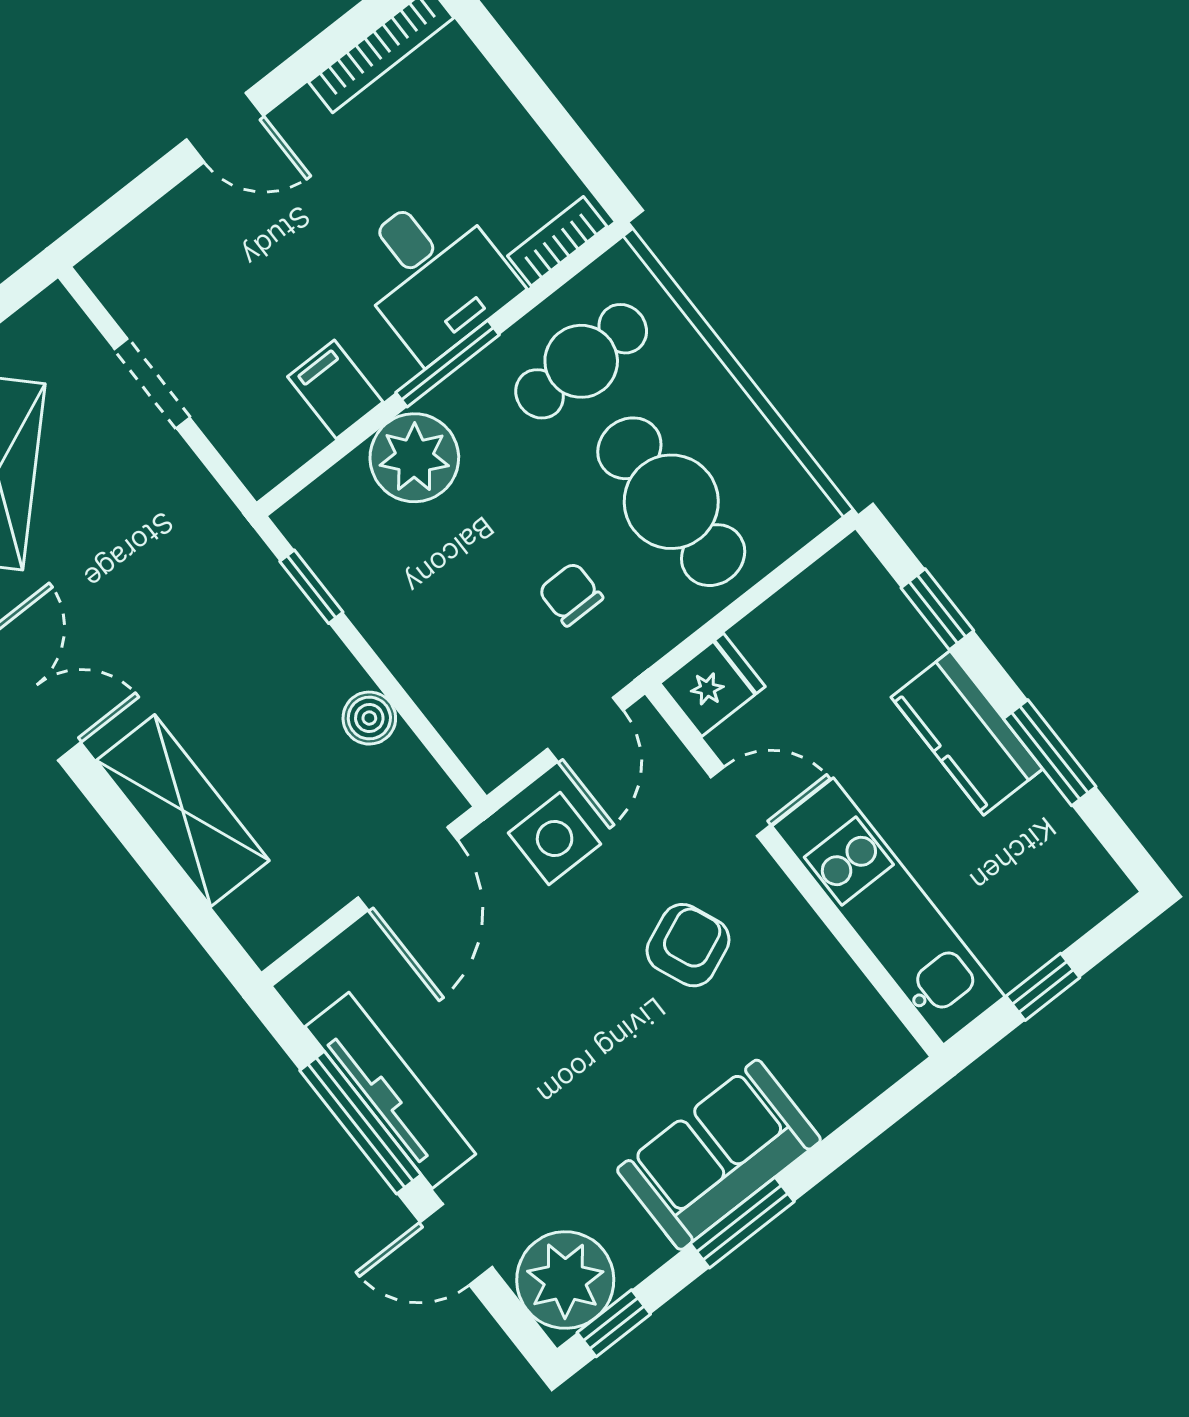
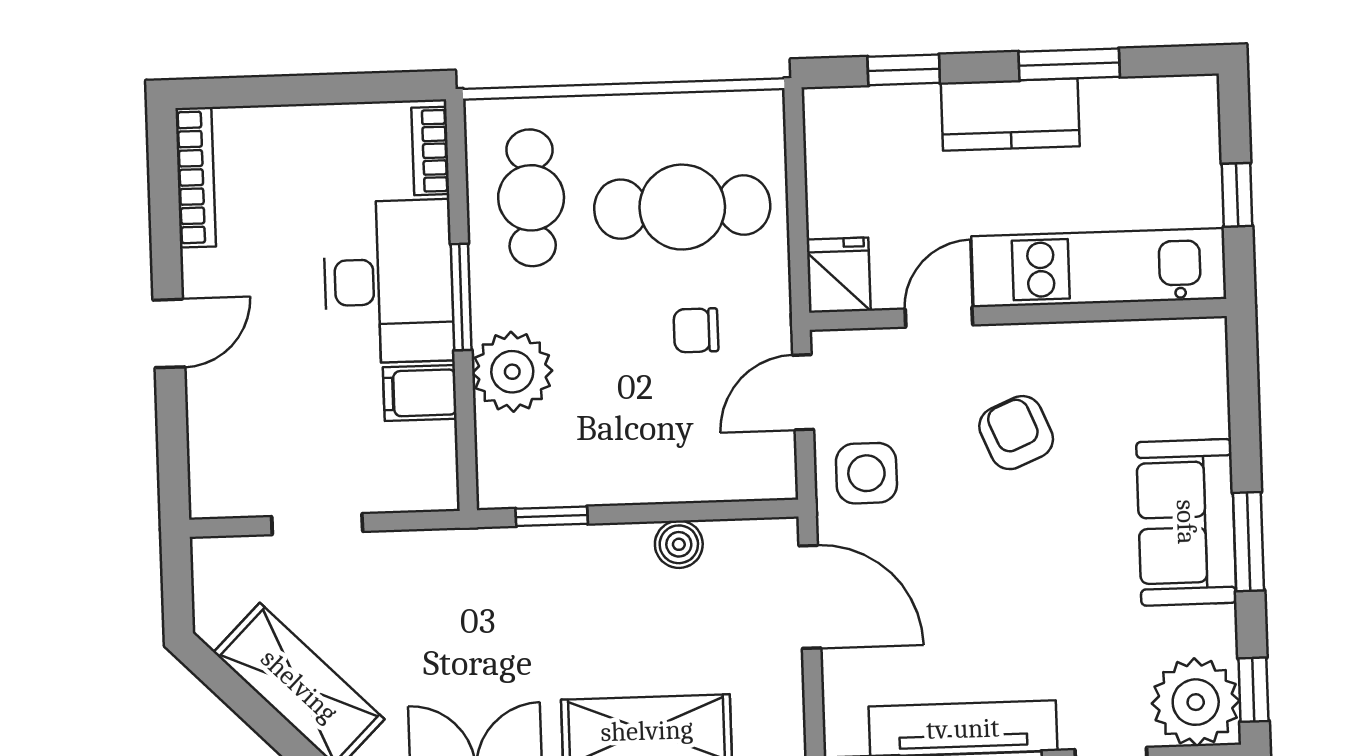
desk: (433, 274) -> (389, 282), width x1.37
door: (585, 730) -> (803, 392), swing flipped

